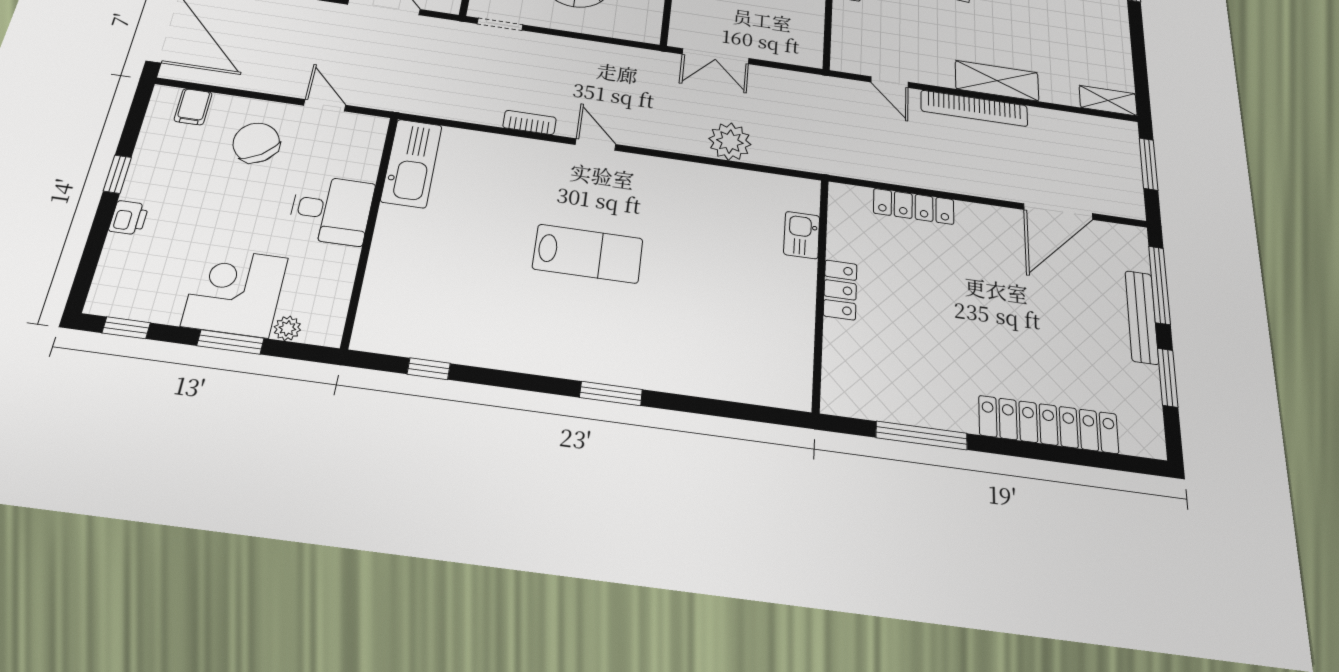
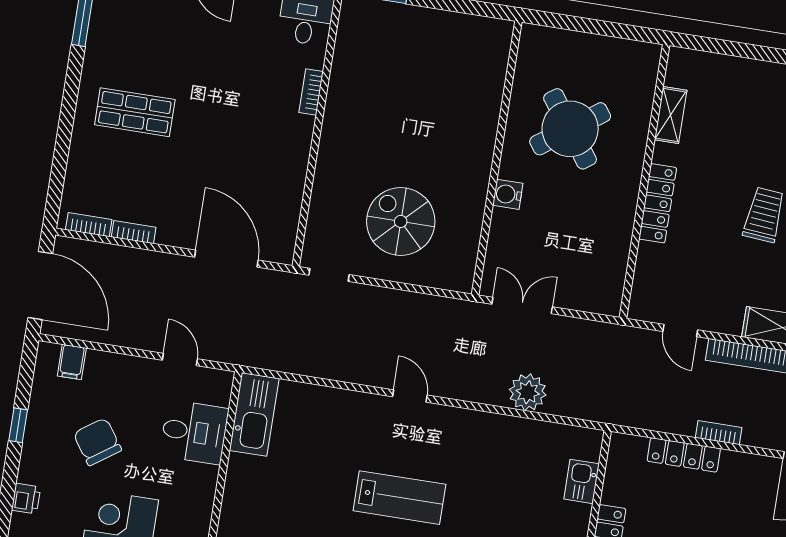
double door: (716, 56) -> (522, 305), swing flipped
bookcase: (530, 122) -> (719, 433), moved
chair: (256, 143) -> (97, 442), moved
desk: (331, 210) -> (194, 432), moved
printer: (129, 218) -> (26, 499), moved

